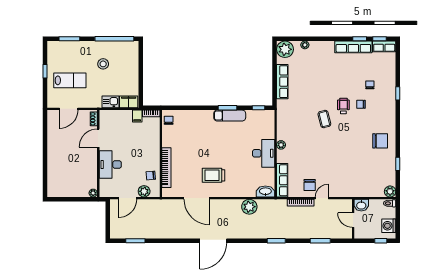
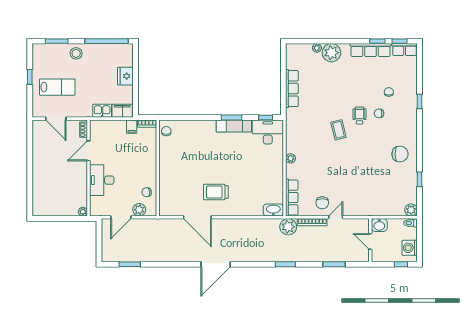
plant: (285, 49) -> (331, 53), moved
stool: (103, 64) -> (76, 53), moved
fridge: (132, 70) -> (125, 76), added
door: (69, 109) -> (56, 119), hinge flipped
desk: (264, 153) -> (268, 132), moved, turned -90
bookcase: (166, 168) -> (164, 184), removed
plant: (249, 207) -> (288, 227), moved

